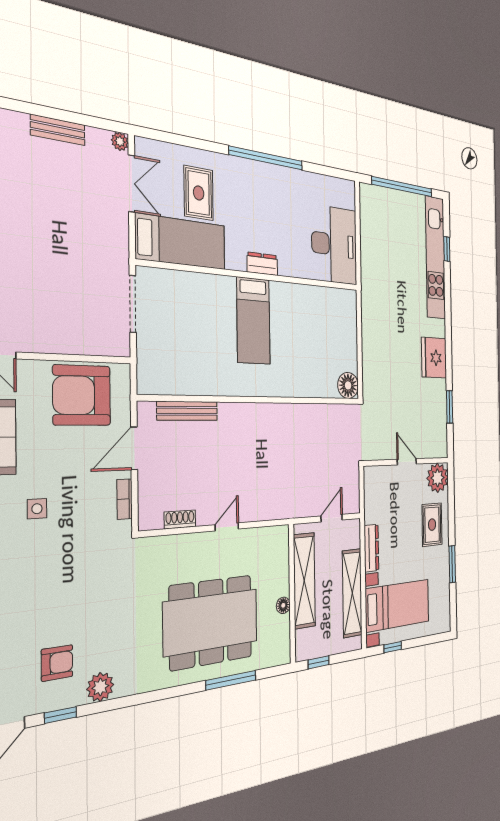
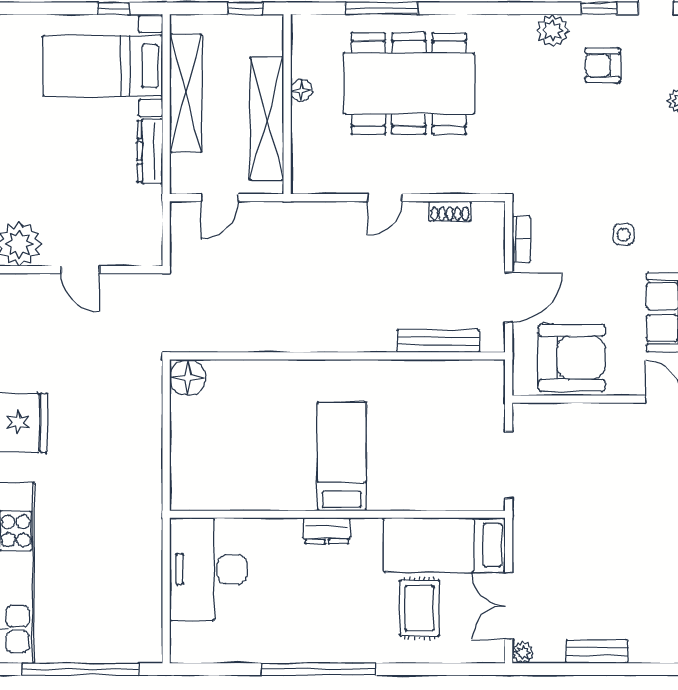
rug: (432, 525) -> (32, 176), removed

